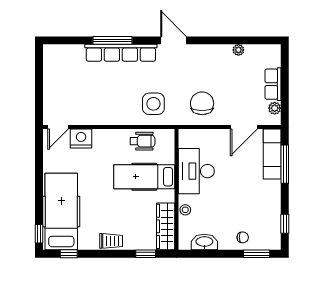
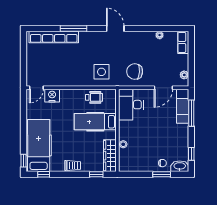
row of seats: (121, 53) -> (54, 37), moved
row of seats: (273, 84) -> (183, 42), moved
chair: (202, 103) -> (135, 72), turned -85
desk: (196, 171) -> (131, 105), moved
washbasin: (204, 242) -> (180, 166), moved
window: (257, 254) -> (162, 174), moved

